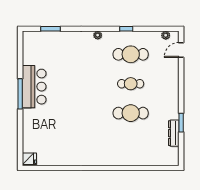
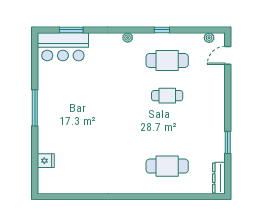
bar counter: (34, 87) -> (63, 47), moved, turned 90
cafe table: (131, 113) -> (167, 166), moved
dresser: (174, 133) -> (219, 178), moved
fridge: (29, 159) -> (46, 161), moved

